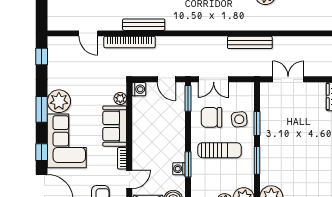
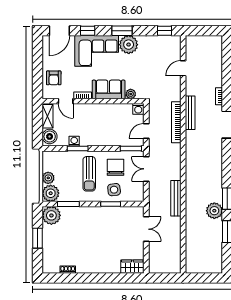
bookcase: (130, 42) -> (176, 122), moved
window: (257, 160) -> (68, 204), moved

